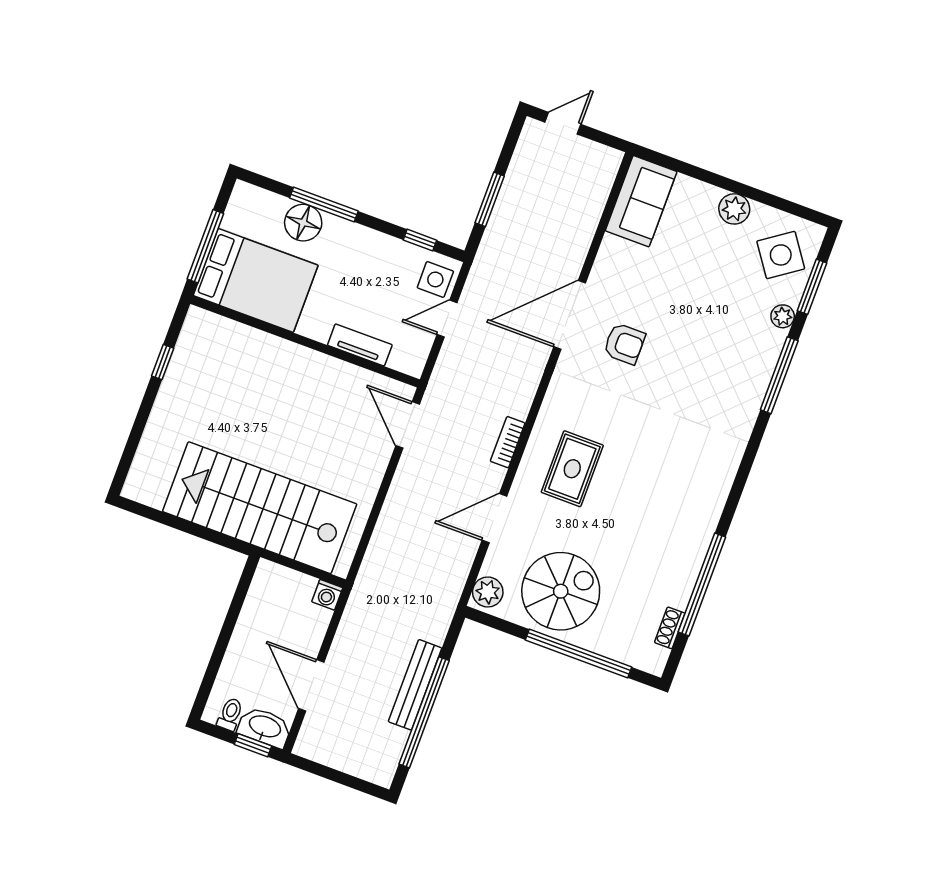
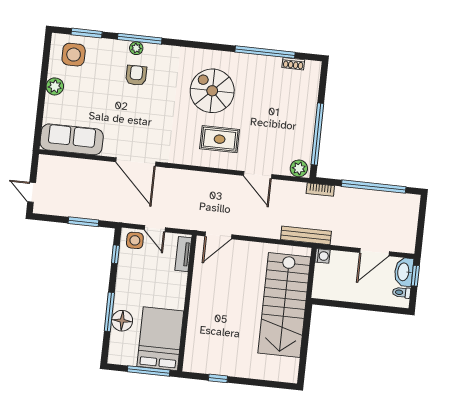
sofa: (641, 201) -> (72, 139), width x1.36
side table: (781, 255) -> (74, 55), turned 35
plant: (783, 316) -> (136, 48), moved
armchair: (624, 344) -> (136, 75), moved
tv unit: (360, 345) -> (183, 254), moved
bookcase: (508, 442) -> (320, 190), moved
spiral stairs: (561, 591) -> (212, 91), moved
window: (579, 653) -> (317, 134), moved
bench: (415, 685) -> (306, 235), moved

